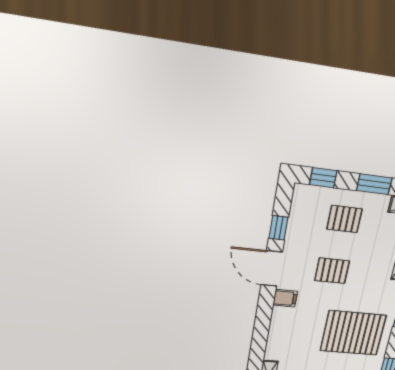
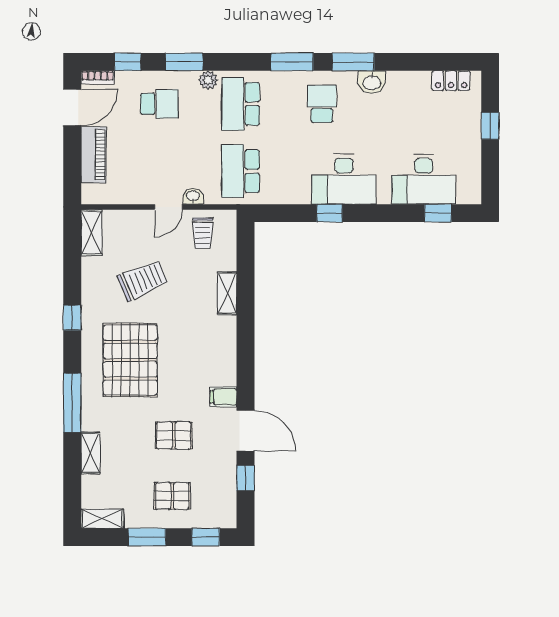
pallet: (353, 333) -> (130, 360), turned 90

